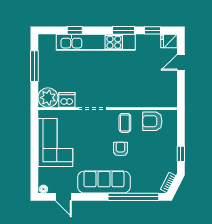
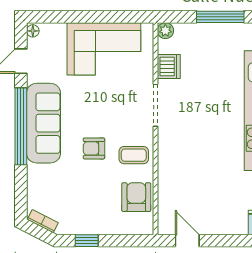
door: (181, 62) -> (187, 241), moved
plant: (48, 98) -> (165, 31), width x0.53, depth x0.53
armchair: (121, 149) -> (94, 148), turned 180
window: (133, 197) -> (21, 126), moved

